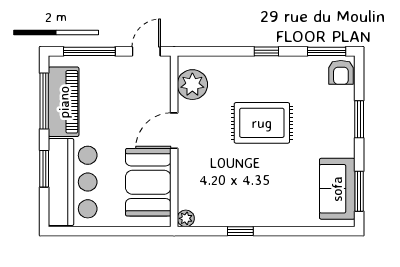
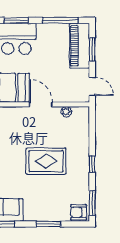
window: (89, 51) -> (92, 50), width x0.69
plant: (192, 85) -> (66, 112), width x0.53, depth x0.53
piano: (64, 102) -> (80, 46), moved, turned 90
rug: (262, 123) -> (46, 161), turned 90

